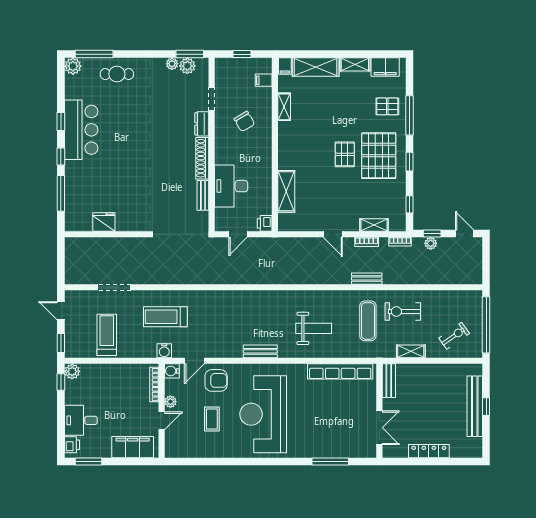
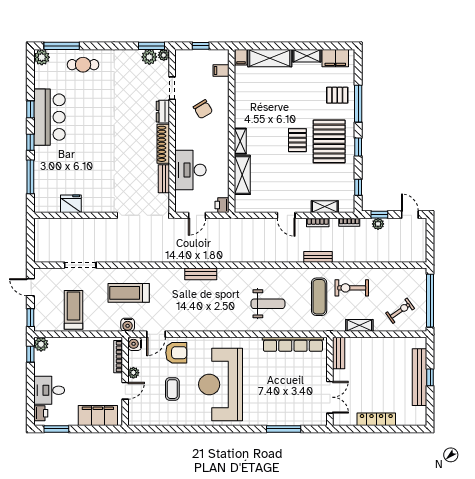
plant: (172, 64) -> (164, 55), moved
shelving: (284, 107) -> (240, 141), moved
bench: (260, 351) -> (201, 274), moved

